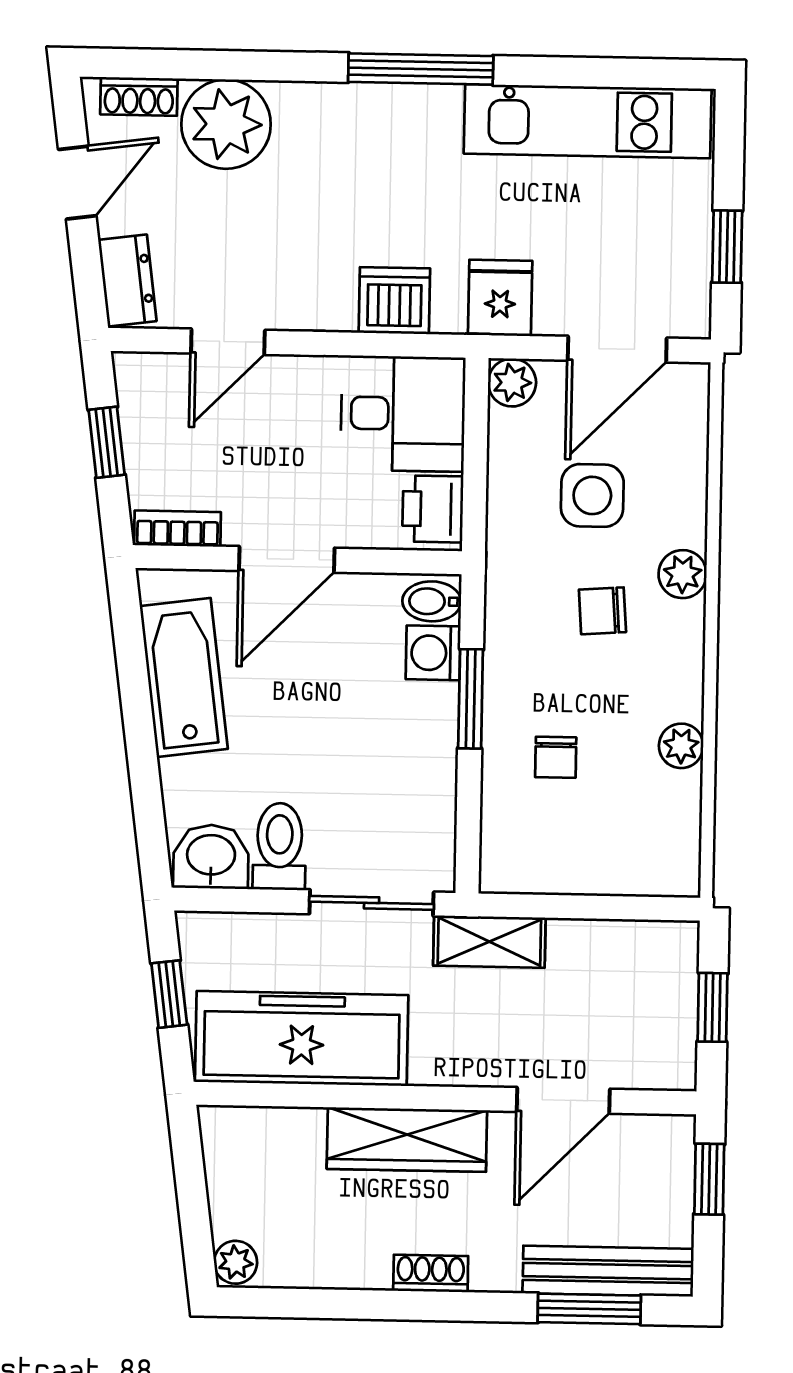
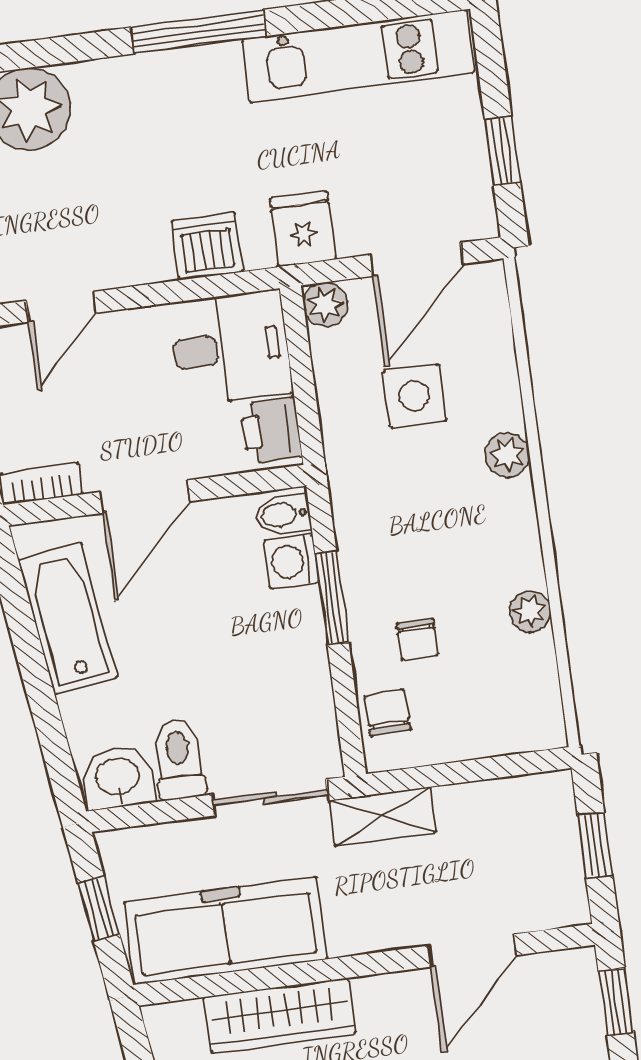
chair: (602, 611) -> (387, 713), moved, turned 92
wardrobe: (407, 1140) -> (280, 1015), moved

